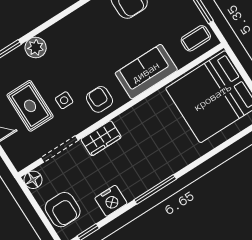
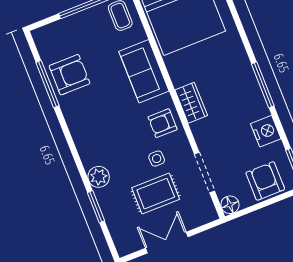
wardrobe: (101, 138) -> (191, 103), moved
armchair: (63, 210) -> (265, 181), turned -90

